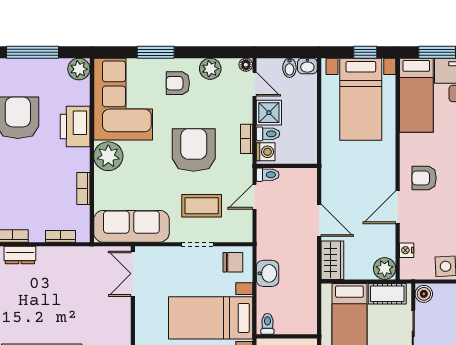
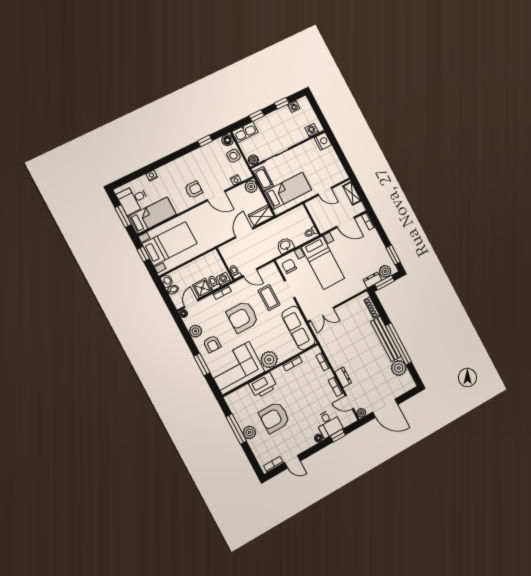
plant: (79, 69) -> (249, 432), moved
armchair: (424, 178) -> (194, 190), turned -90

